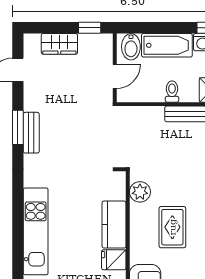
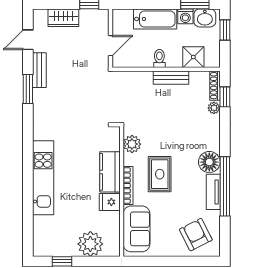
bidet: (131, 47) -> (124, 20), removed
bench: (31, 133) -> (39, 70), moved
bookcase: (135, 241) -> (128, 186), added

